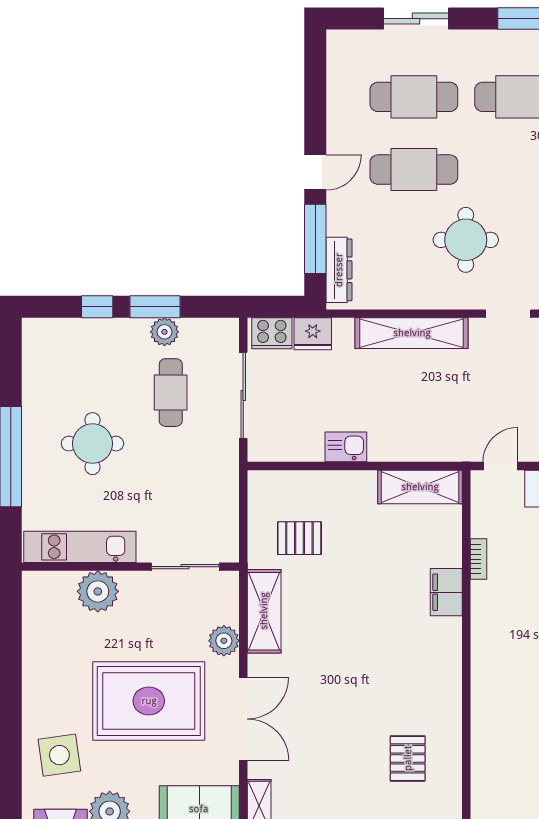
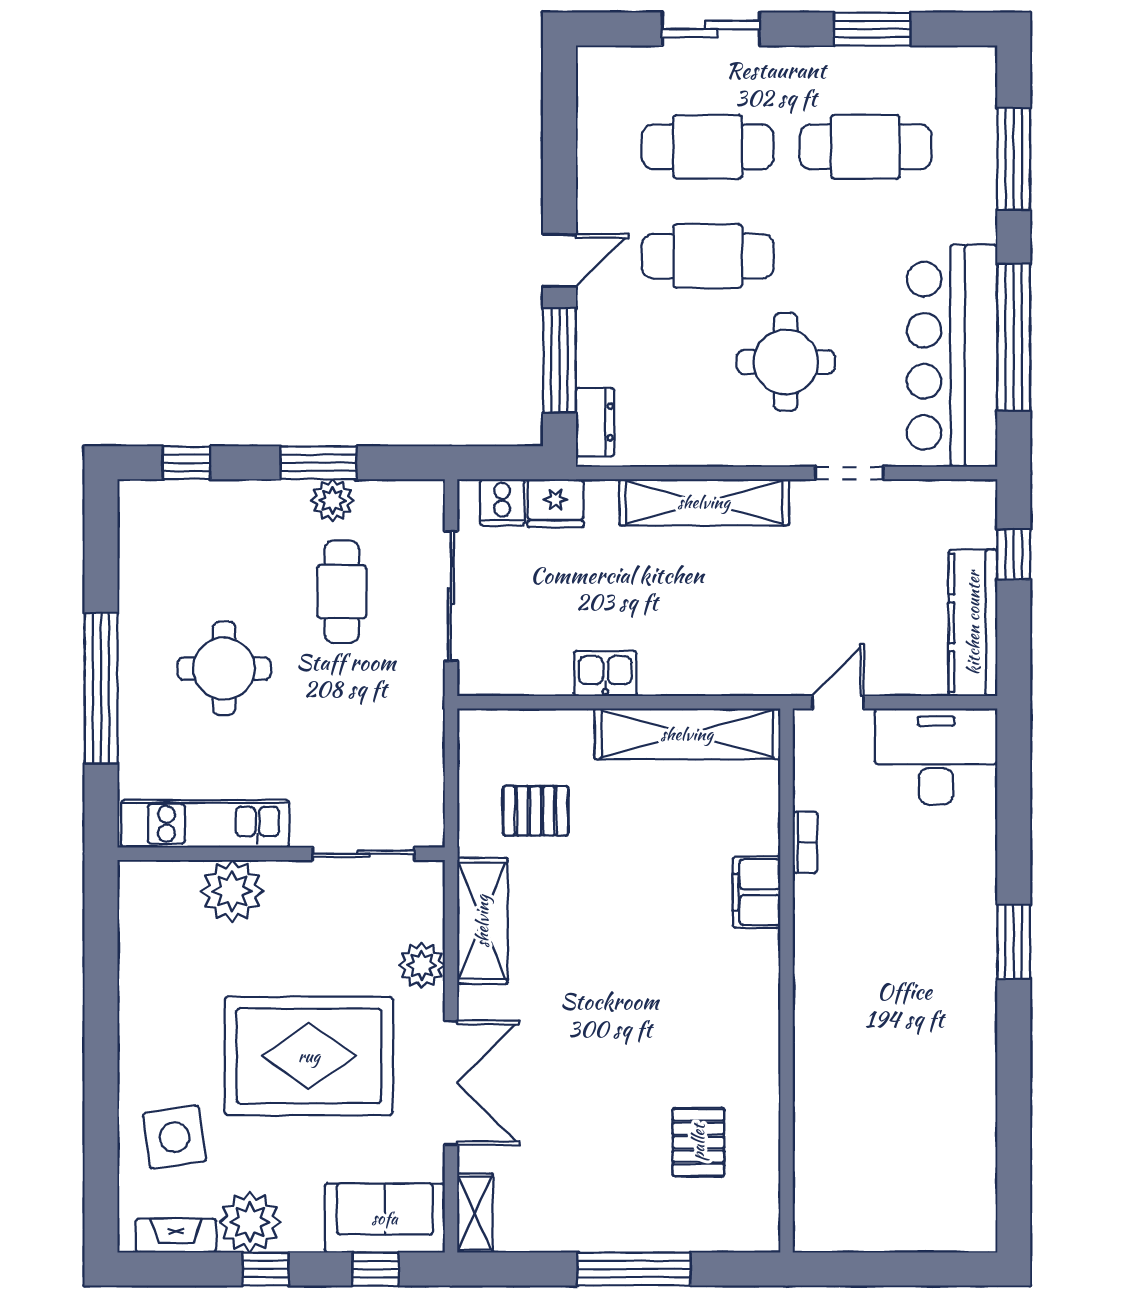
dresser: (339, 270) -> (595, 422), width x0.70
window: (97, 307) -> (186, 463), moved
cooker: (272, 333) -> (502, 503), width x0.73
shelving: (420, 487) -> (687, 734), width x1.47

